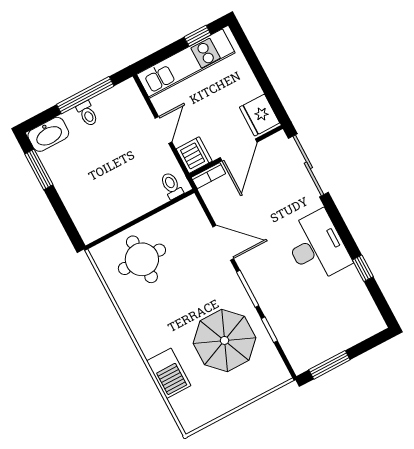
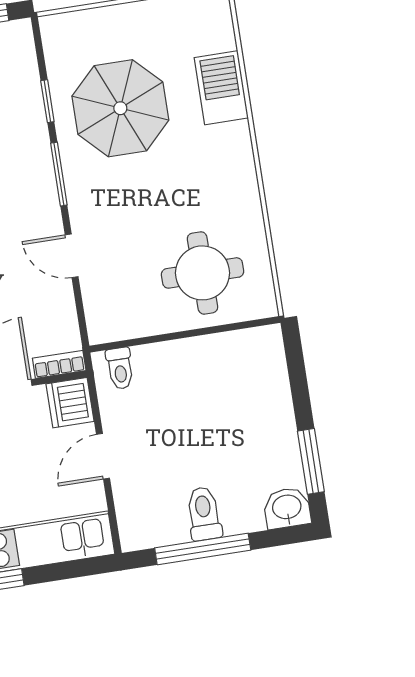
toilet: (87, 114) -> (204, 514), width x1.37, depth x1.39
washbasin: (48, 134) -> (287, 508), width x0.72
door: (223, 243) -> (72, 256), width x0.73

